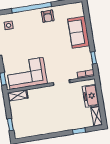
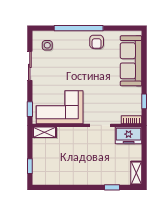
sofa: (79, 32) -> (131, 61), width x1.36
freezer: (91, 96) -> (129, 135), moved, turned -90

